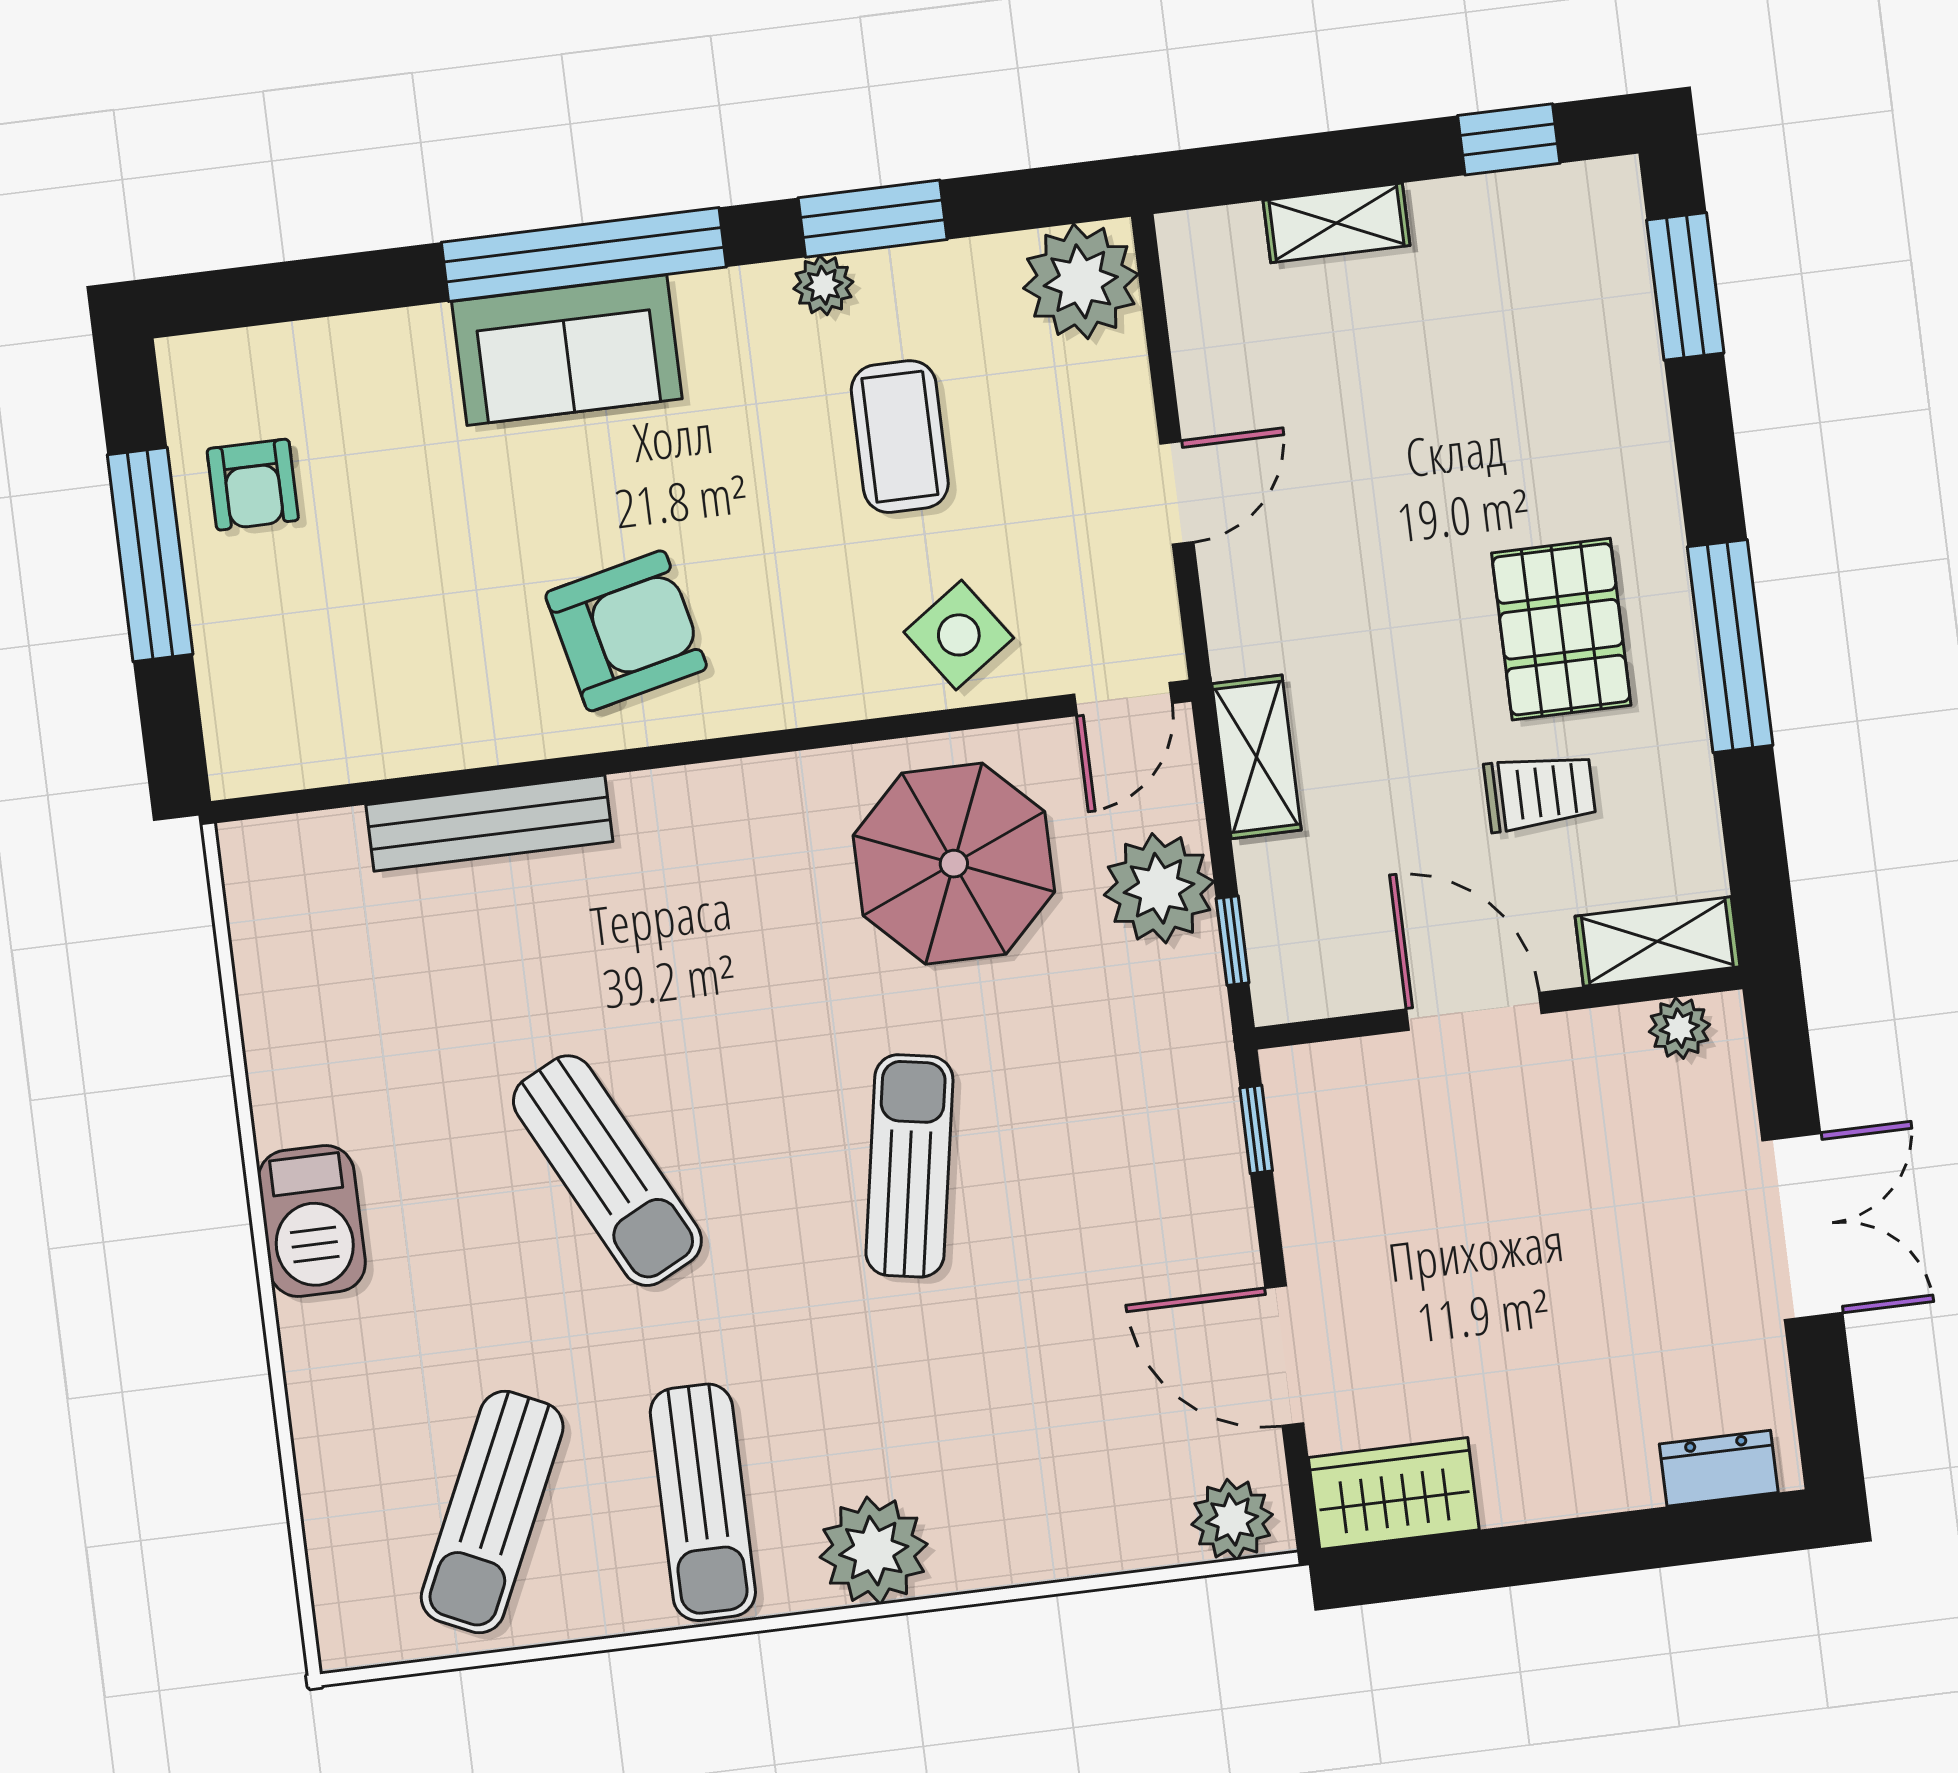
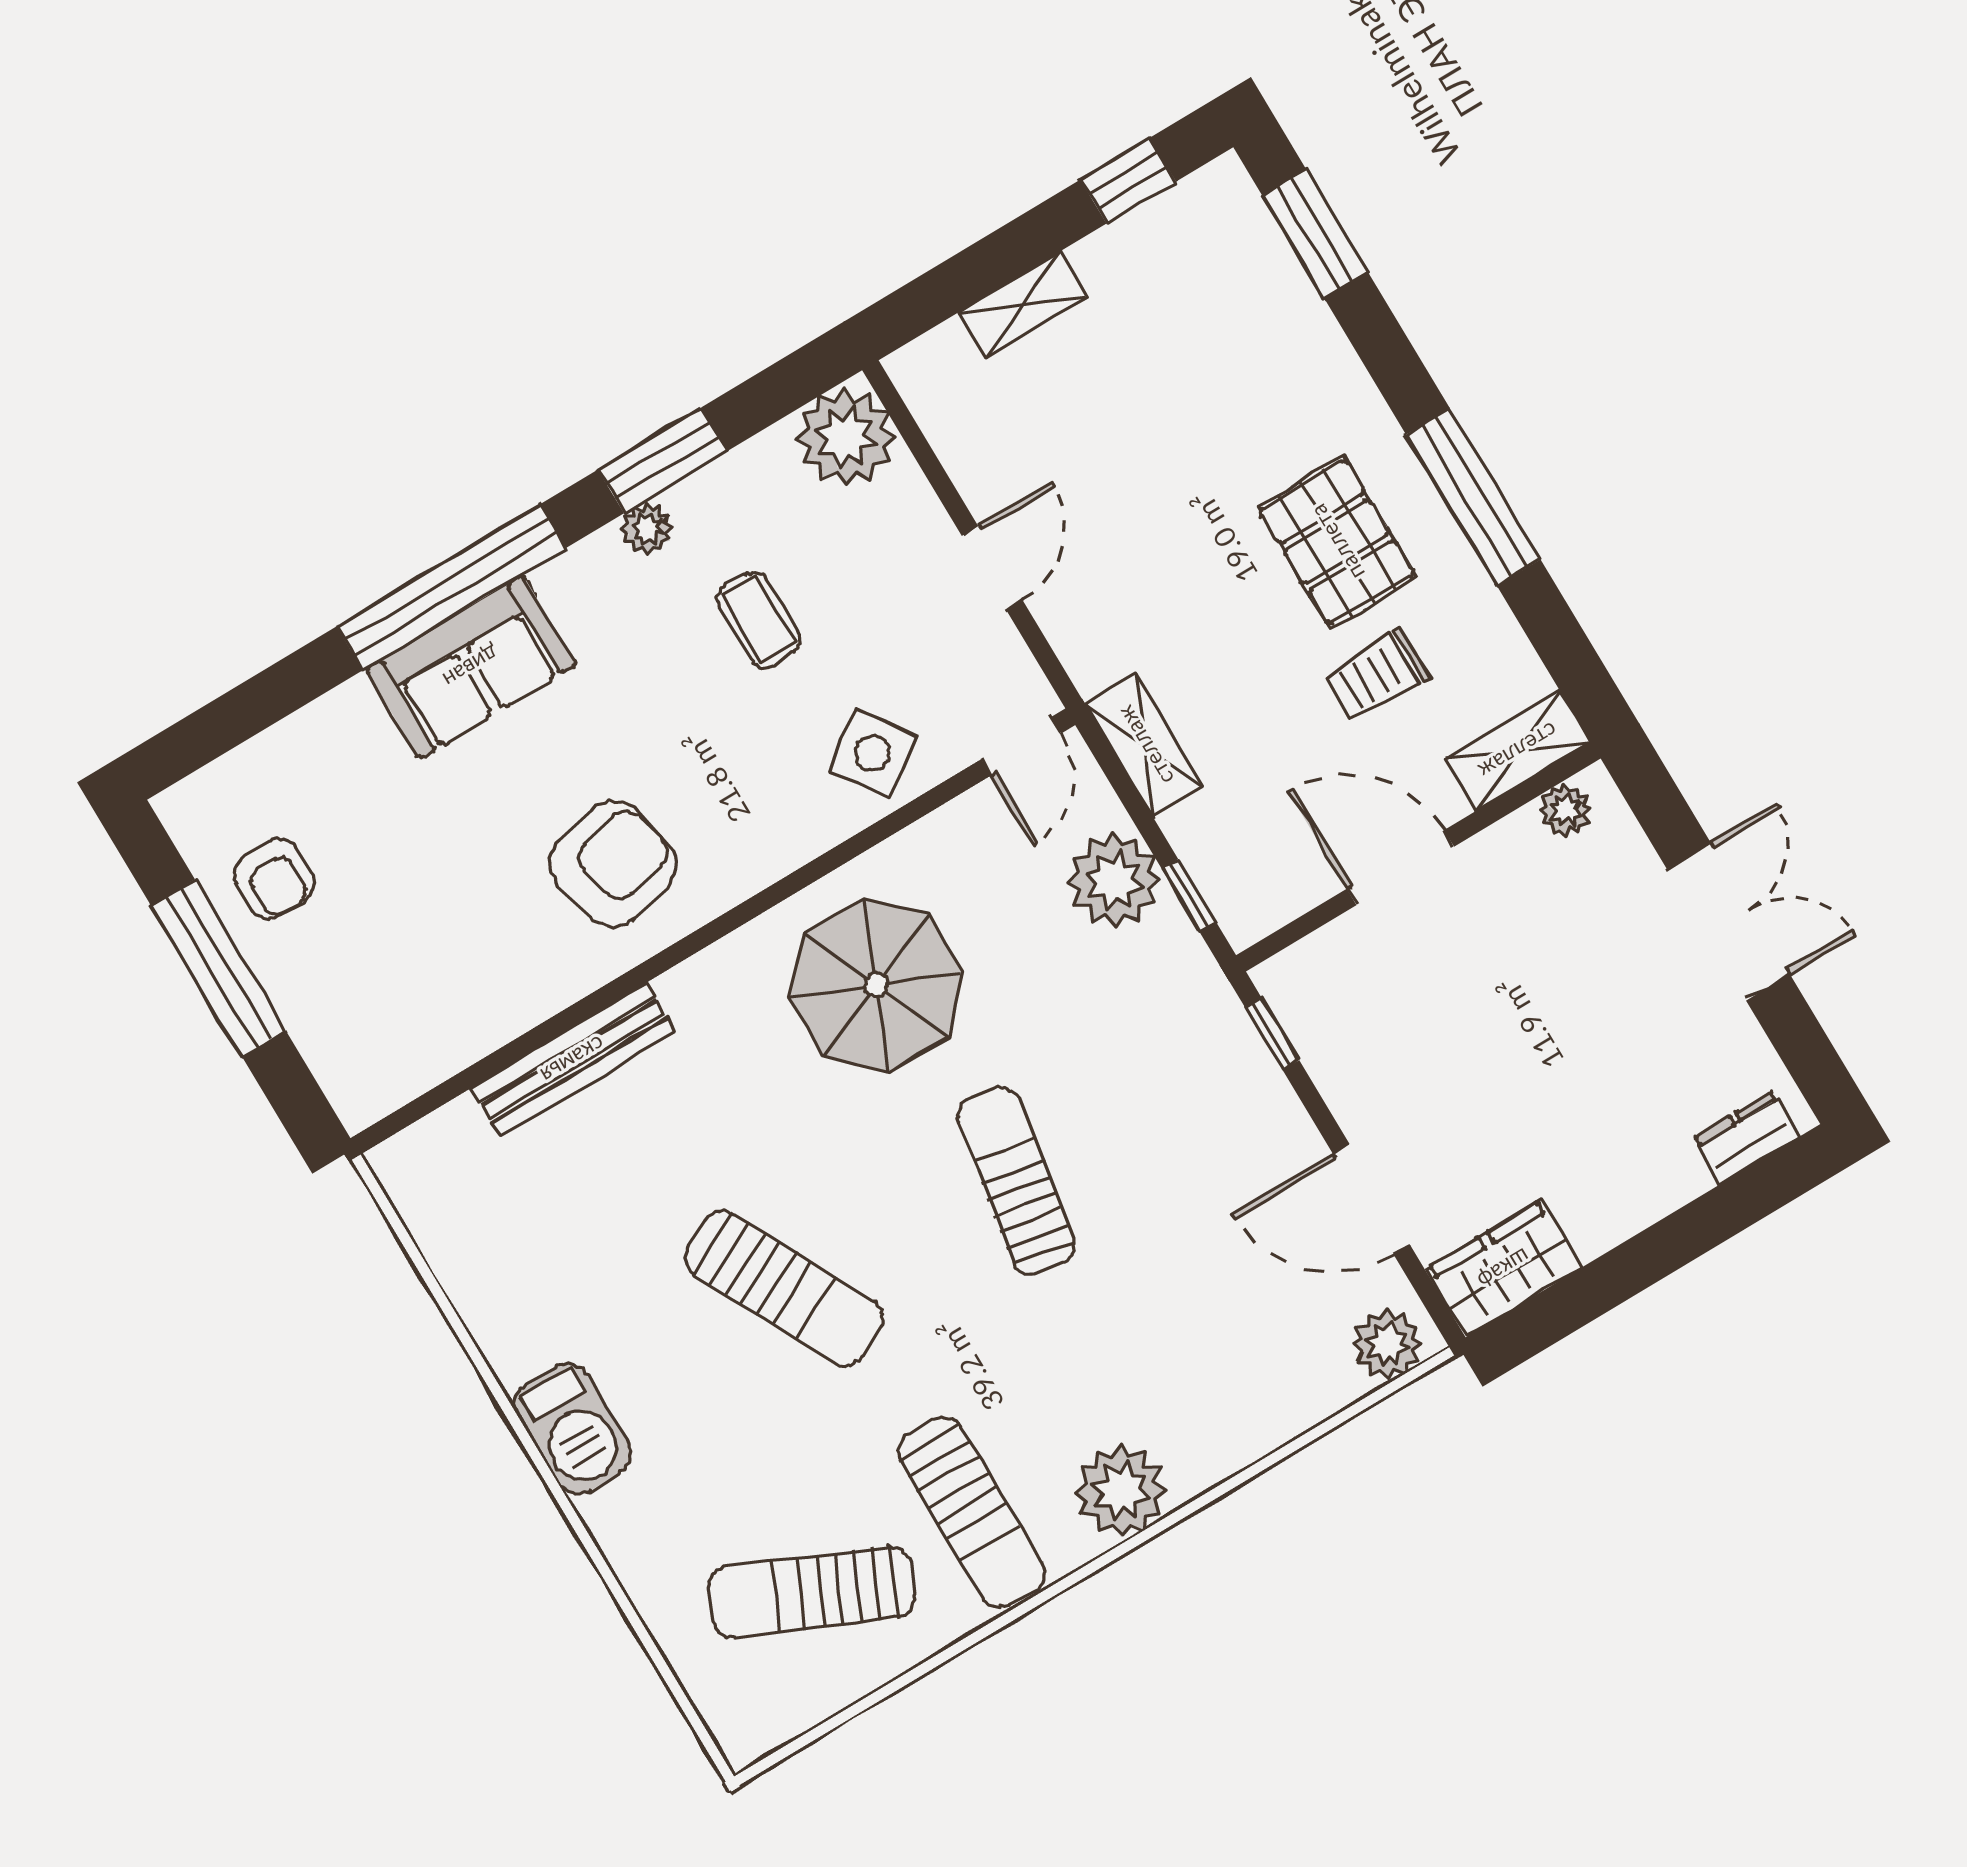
coffee table: (900, 437) -> (759, 620), width x0.73, depth x0.77
trolley: (1540, 792) -> (1376, 675), turned 180
parasol: (954, 864) -> (876, 985), moved
sun lounger: (492, 1512) -> (812, 1592), turned 89

